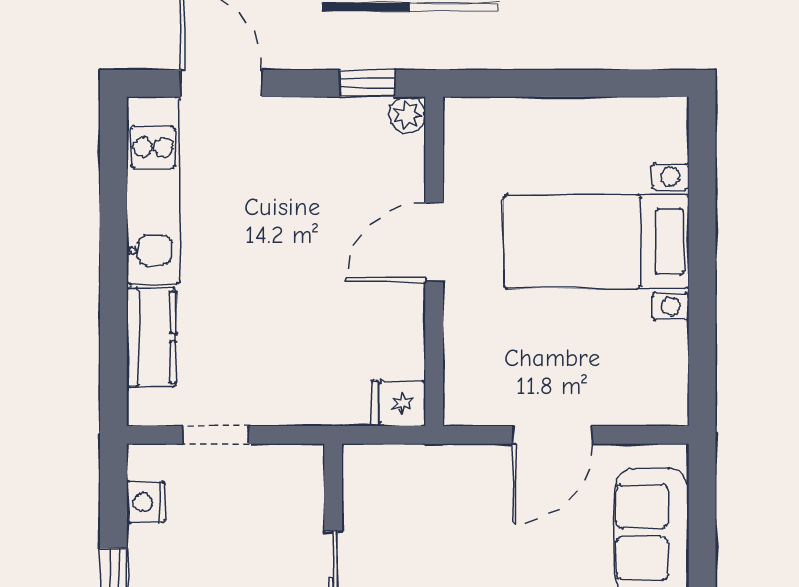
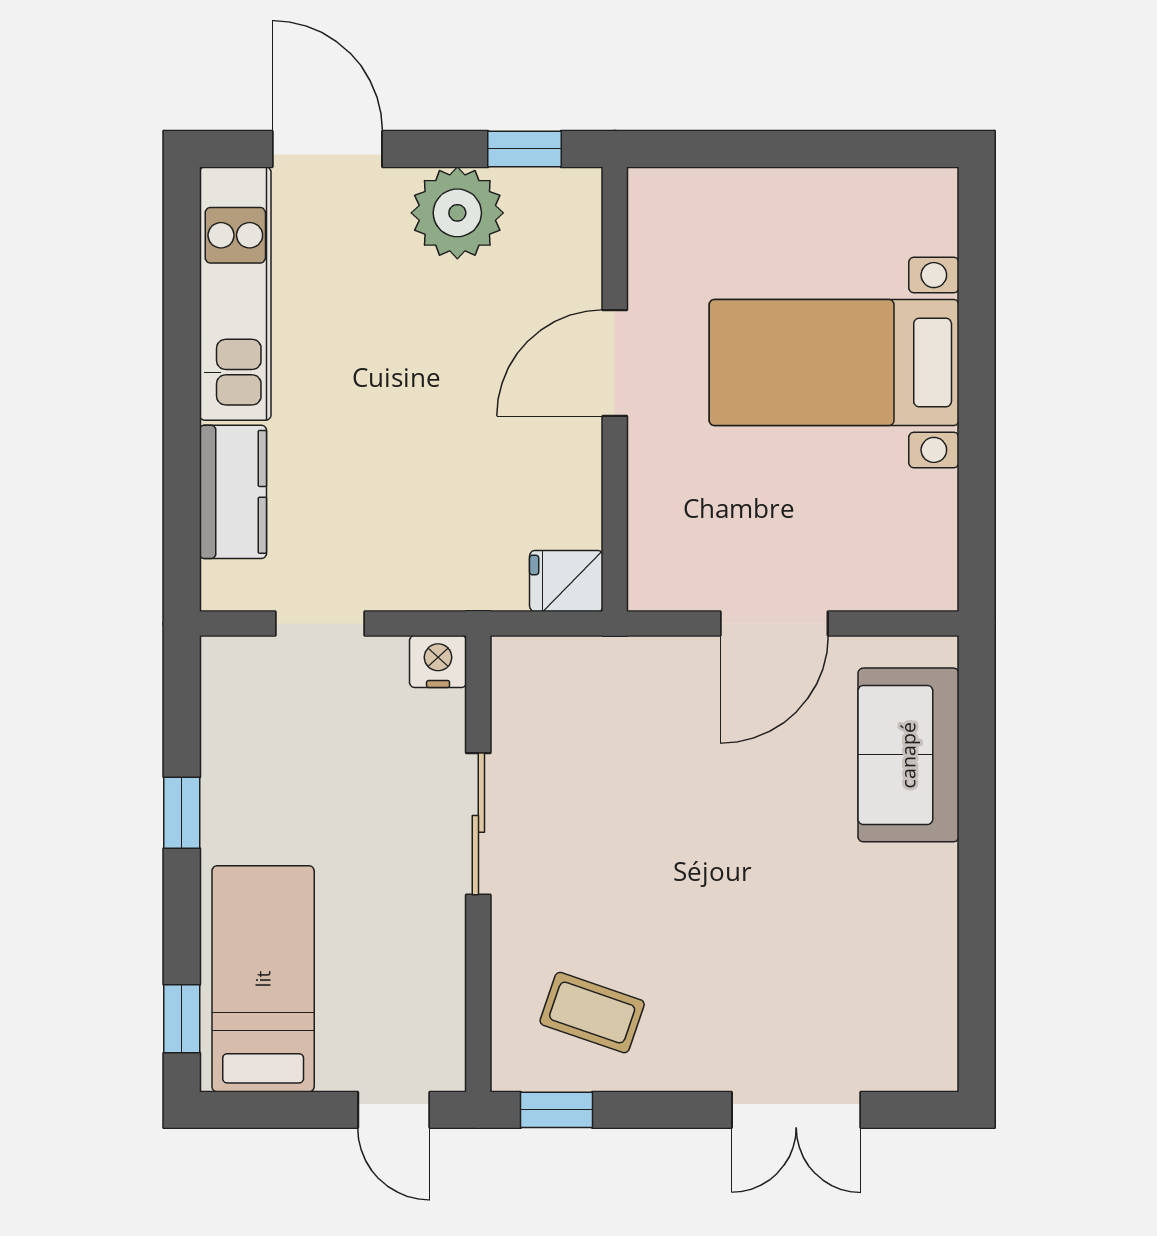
plant: (407, 115) -> (457, 213), moved, width x1.88, depth x1.88
nightstand: (146, 502) -> (438, 661), moved, turned 90

